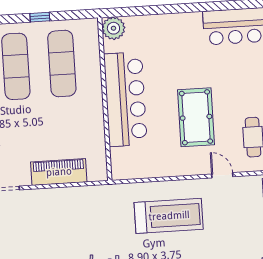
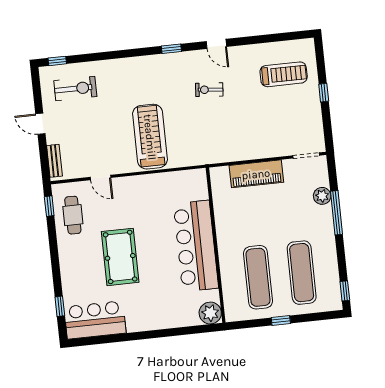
pool table: (196, 117) -> (120, 257), moved
treadmill: (169, 216) -> (150, 137), turned 90

